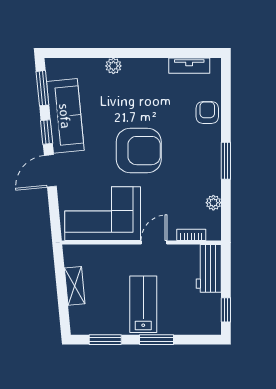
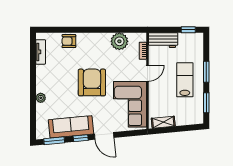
window: (226, 161) -> (98, 30), removed
plant: (213, 203) -> (119, 41), width x1.87, depth x1.87
door: (154, 242) -> (147, 73), swing flipped
shelving: (75, 286) -> (163, 122), moved
lab bench: (143, 304) -> (185, 80), turned 90

